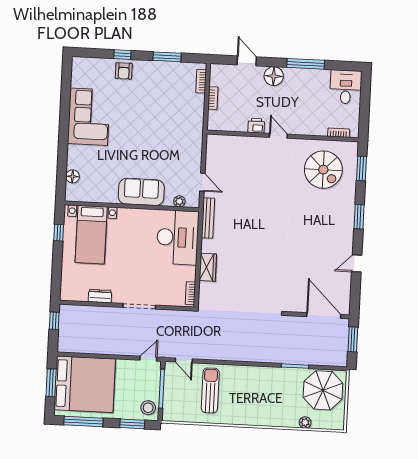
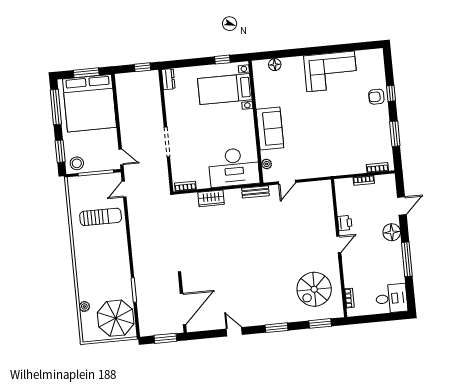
bench: (208, 218) -> (255, 192), width x0.73
dresser: (100, 296) -> (168, 79), moved

